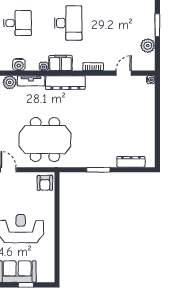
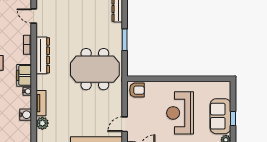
dresser: (65, 83) -> (43, 55), moved
meeting table: (45, 140) -> (95, 69), moved, turned 90
window: (26, 285) -> (233, 118), moved

